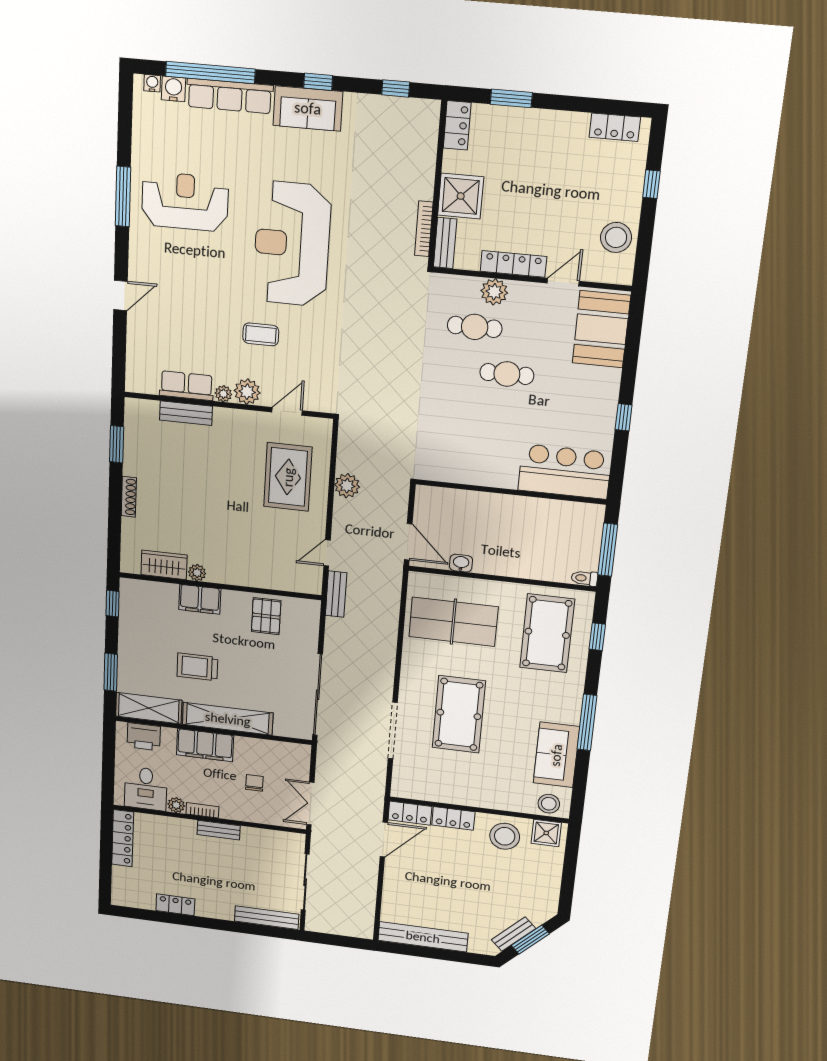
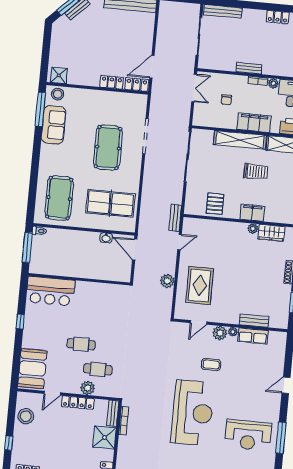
window: (597, 637) -> (32, 197), removed
window: (587, 722) -> (40, 109), moved
stool: (505, 836) -> (82, 72), removed

